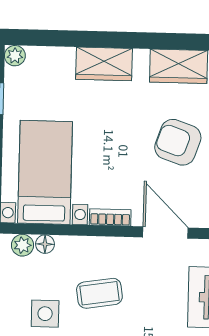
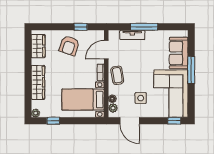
wardrobe: (104, 64) -> (38, 82), width x1.50
coffee table: (99, 293) -> (117, 75), moved

